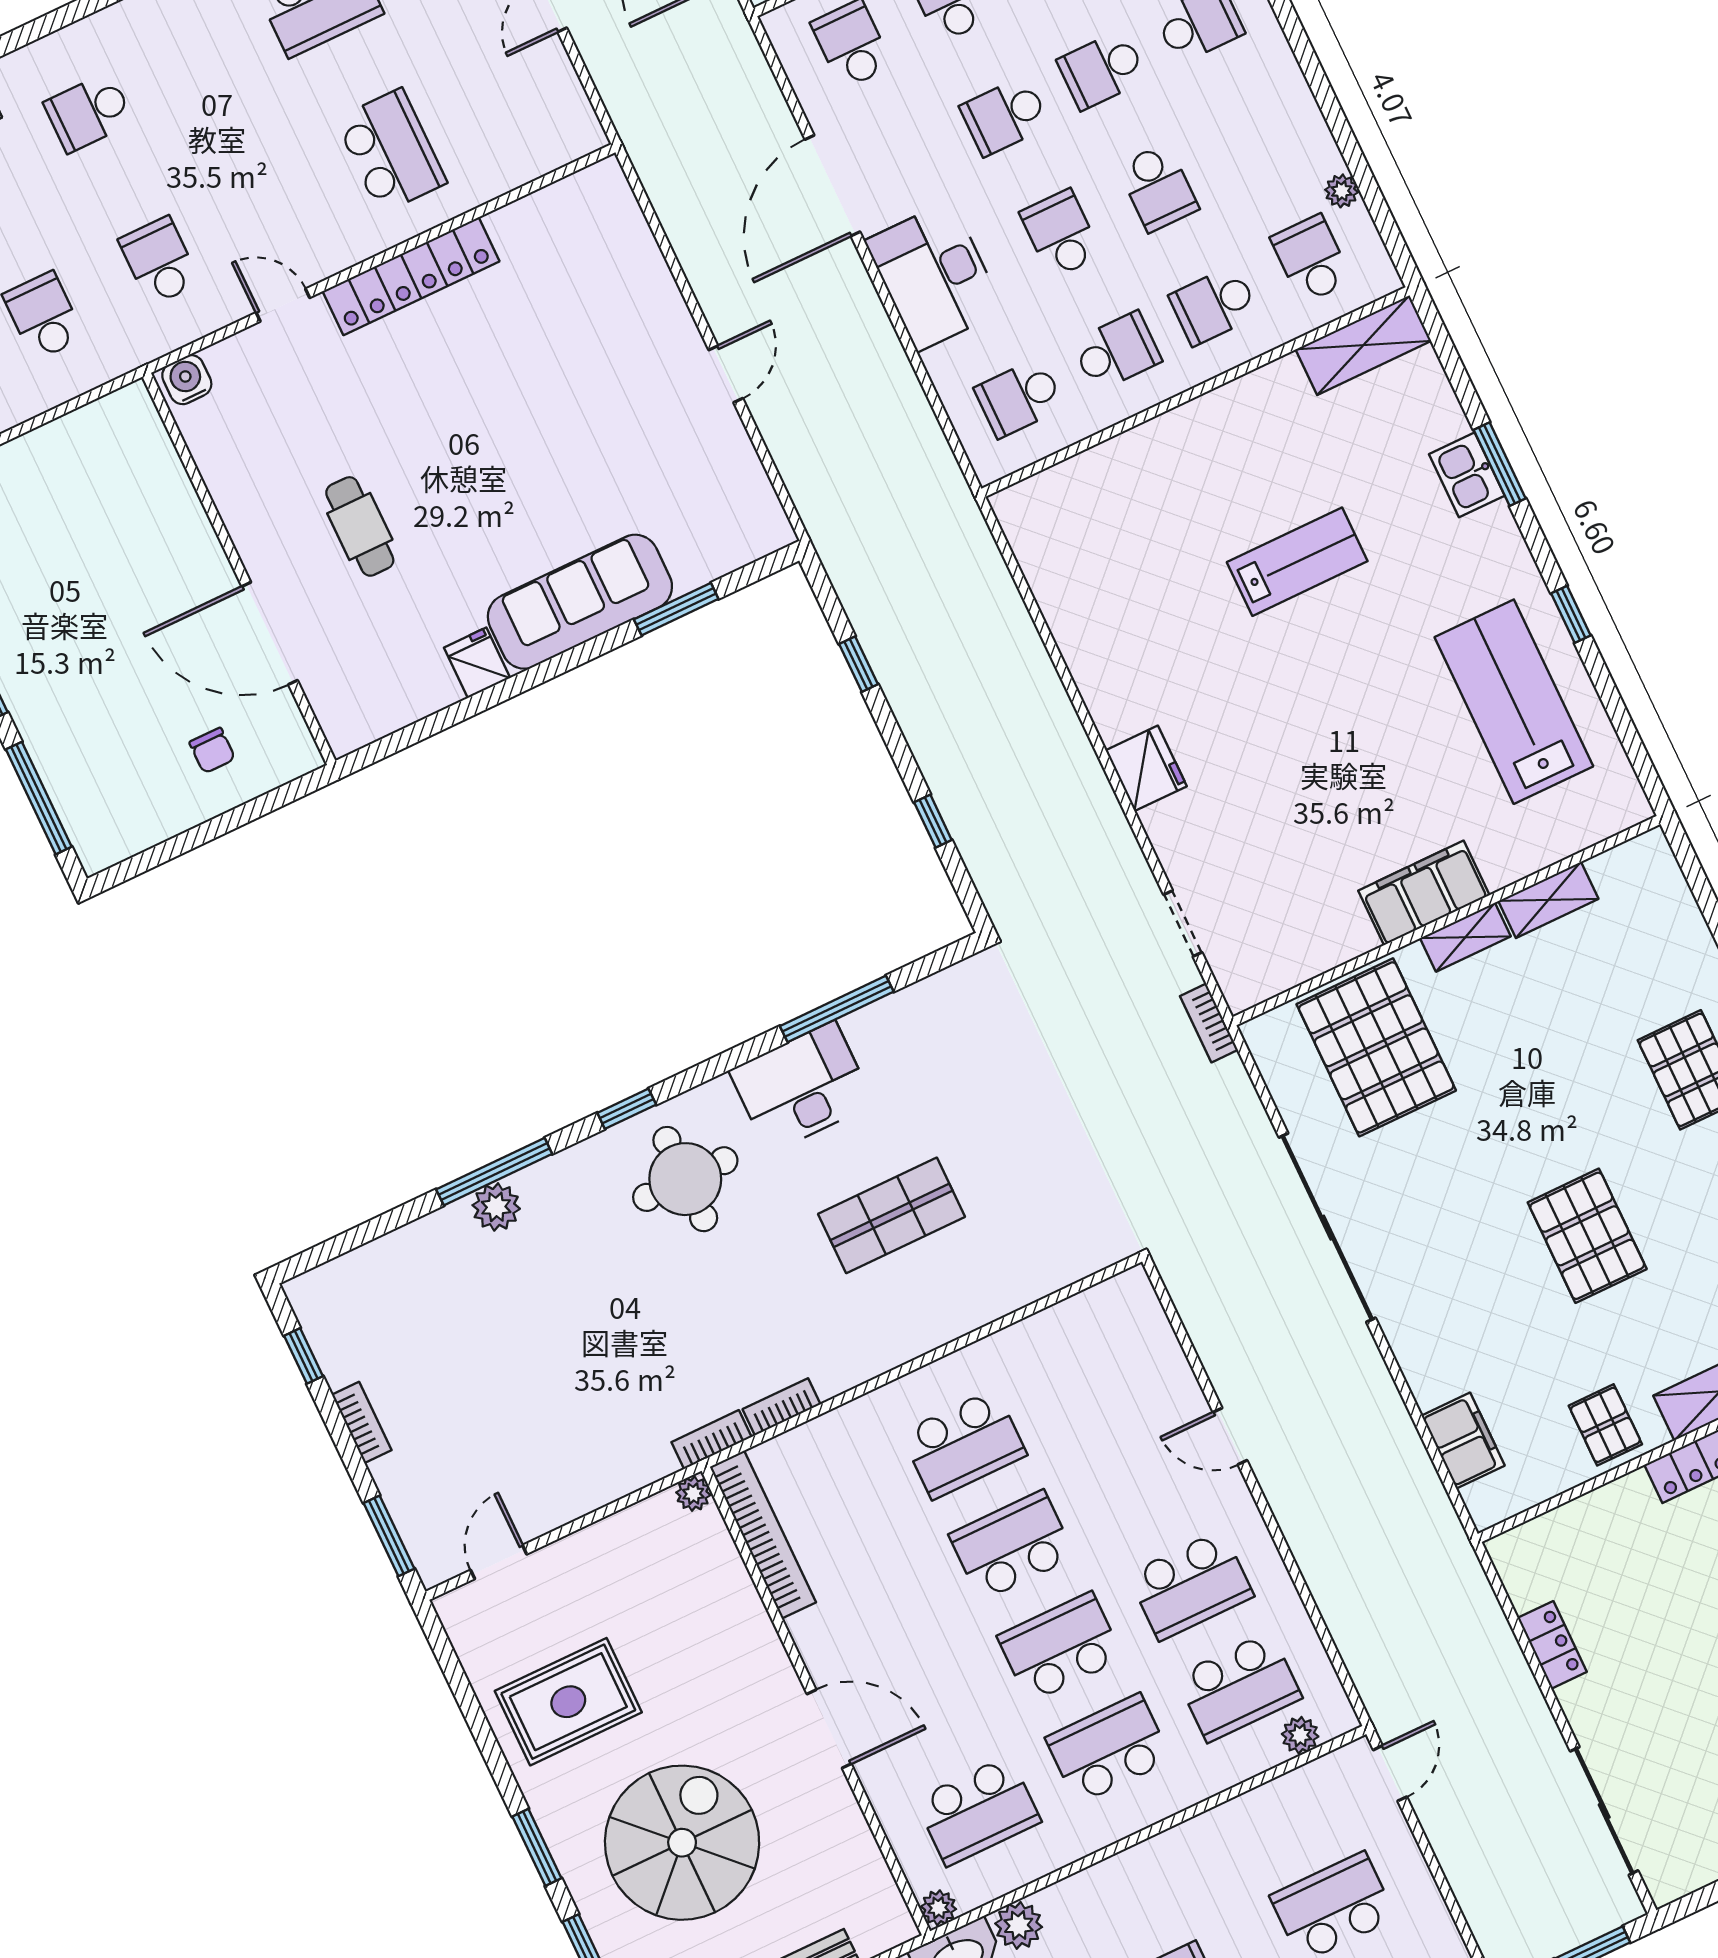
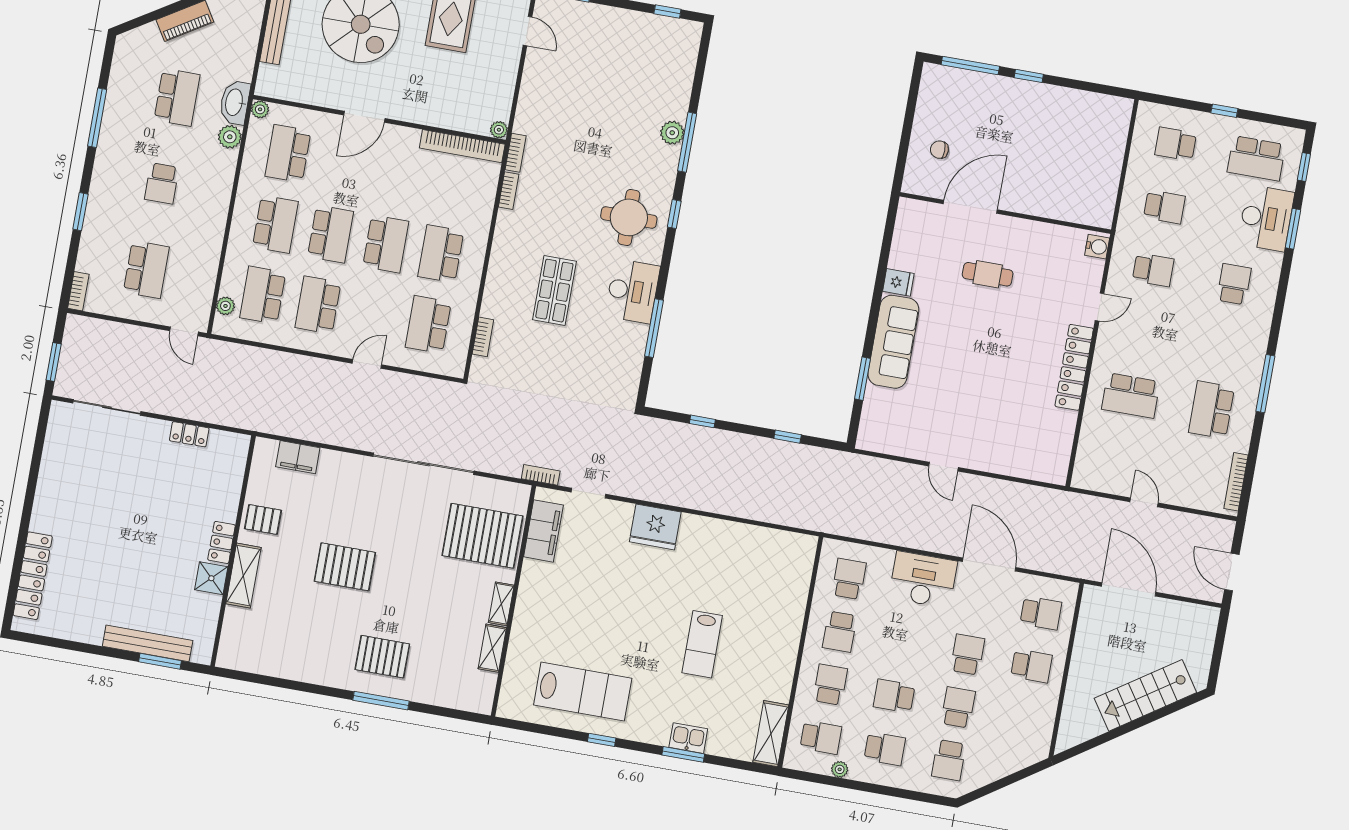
school desk: (1061, 234) -> (885, 749), moved
fridge: (1146, 768) -> (655, 527), width x1.36, depth x1.34
filing cabinet: (1424, 893) -> (543, 531), moved
school desk: (1094, 1382) -> (428, 325), added
bookcase: (362, 1422) -> (483, 337), moved, turned -90

